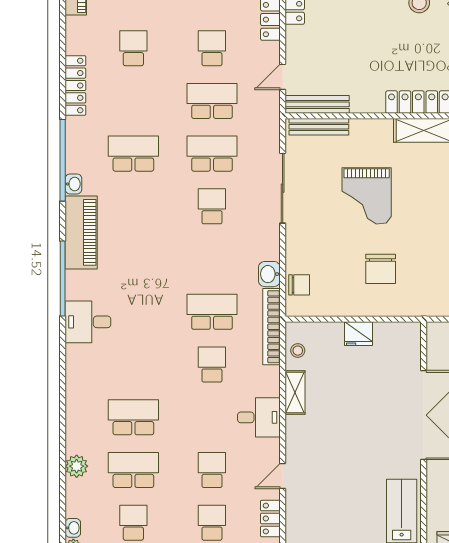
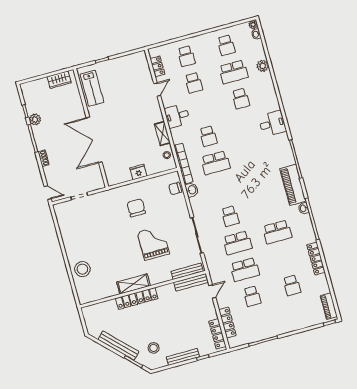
desk: (88, 322) -> (272, 124), moved
school desk: (133, 417) -> (241, 99), width x0.54

